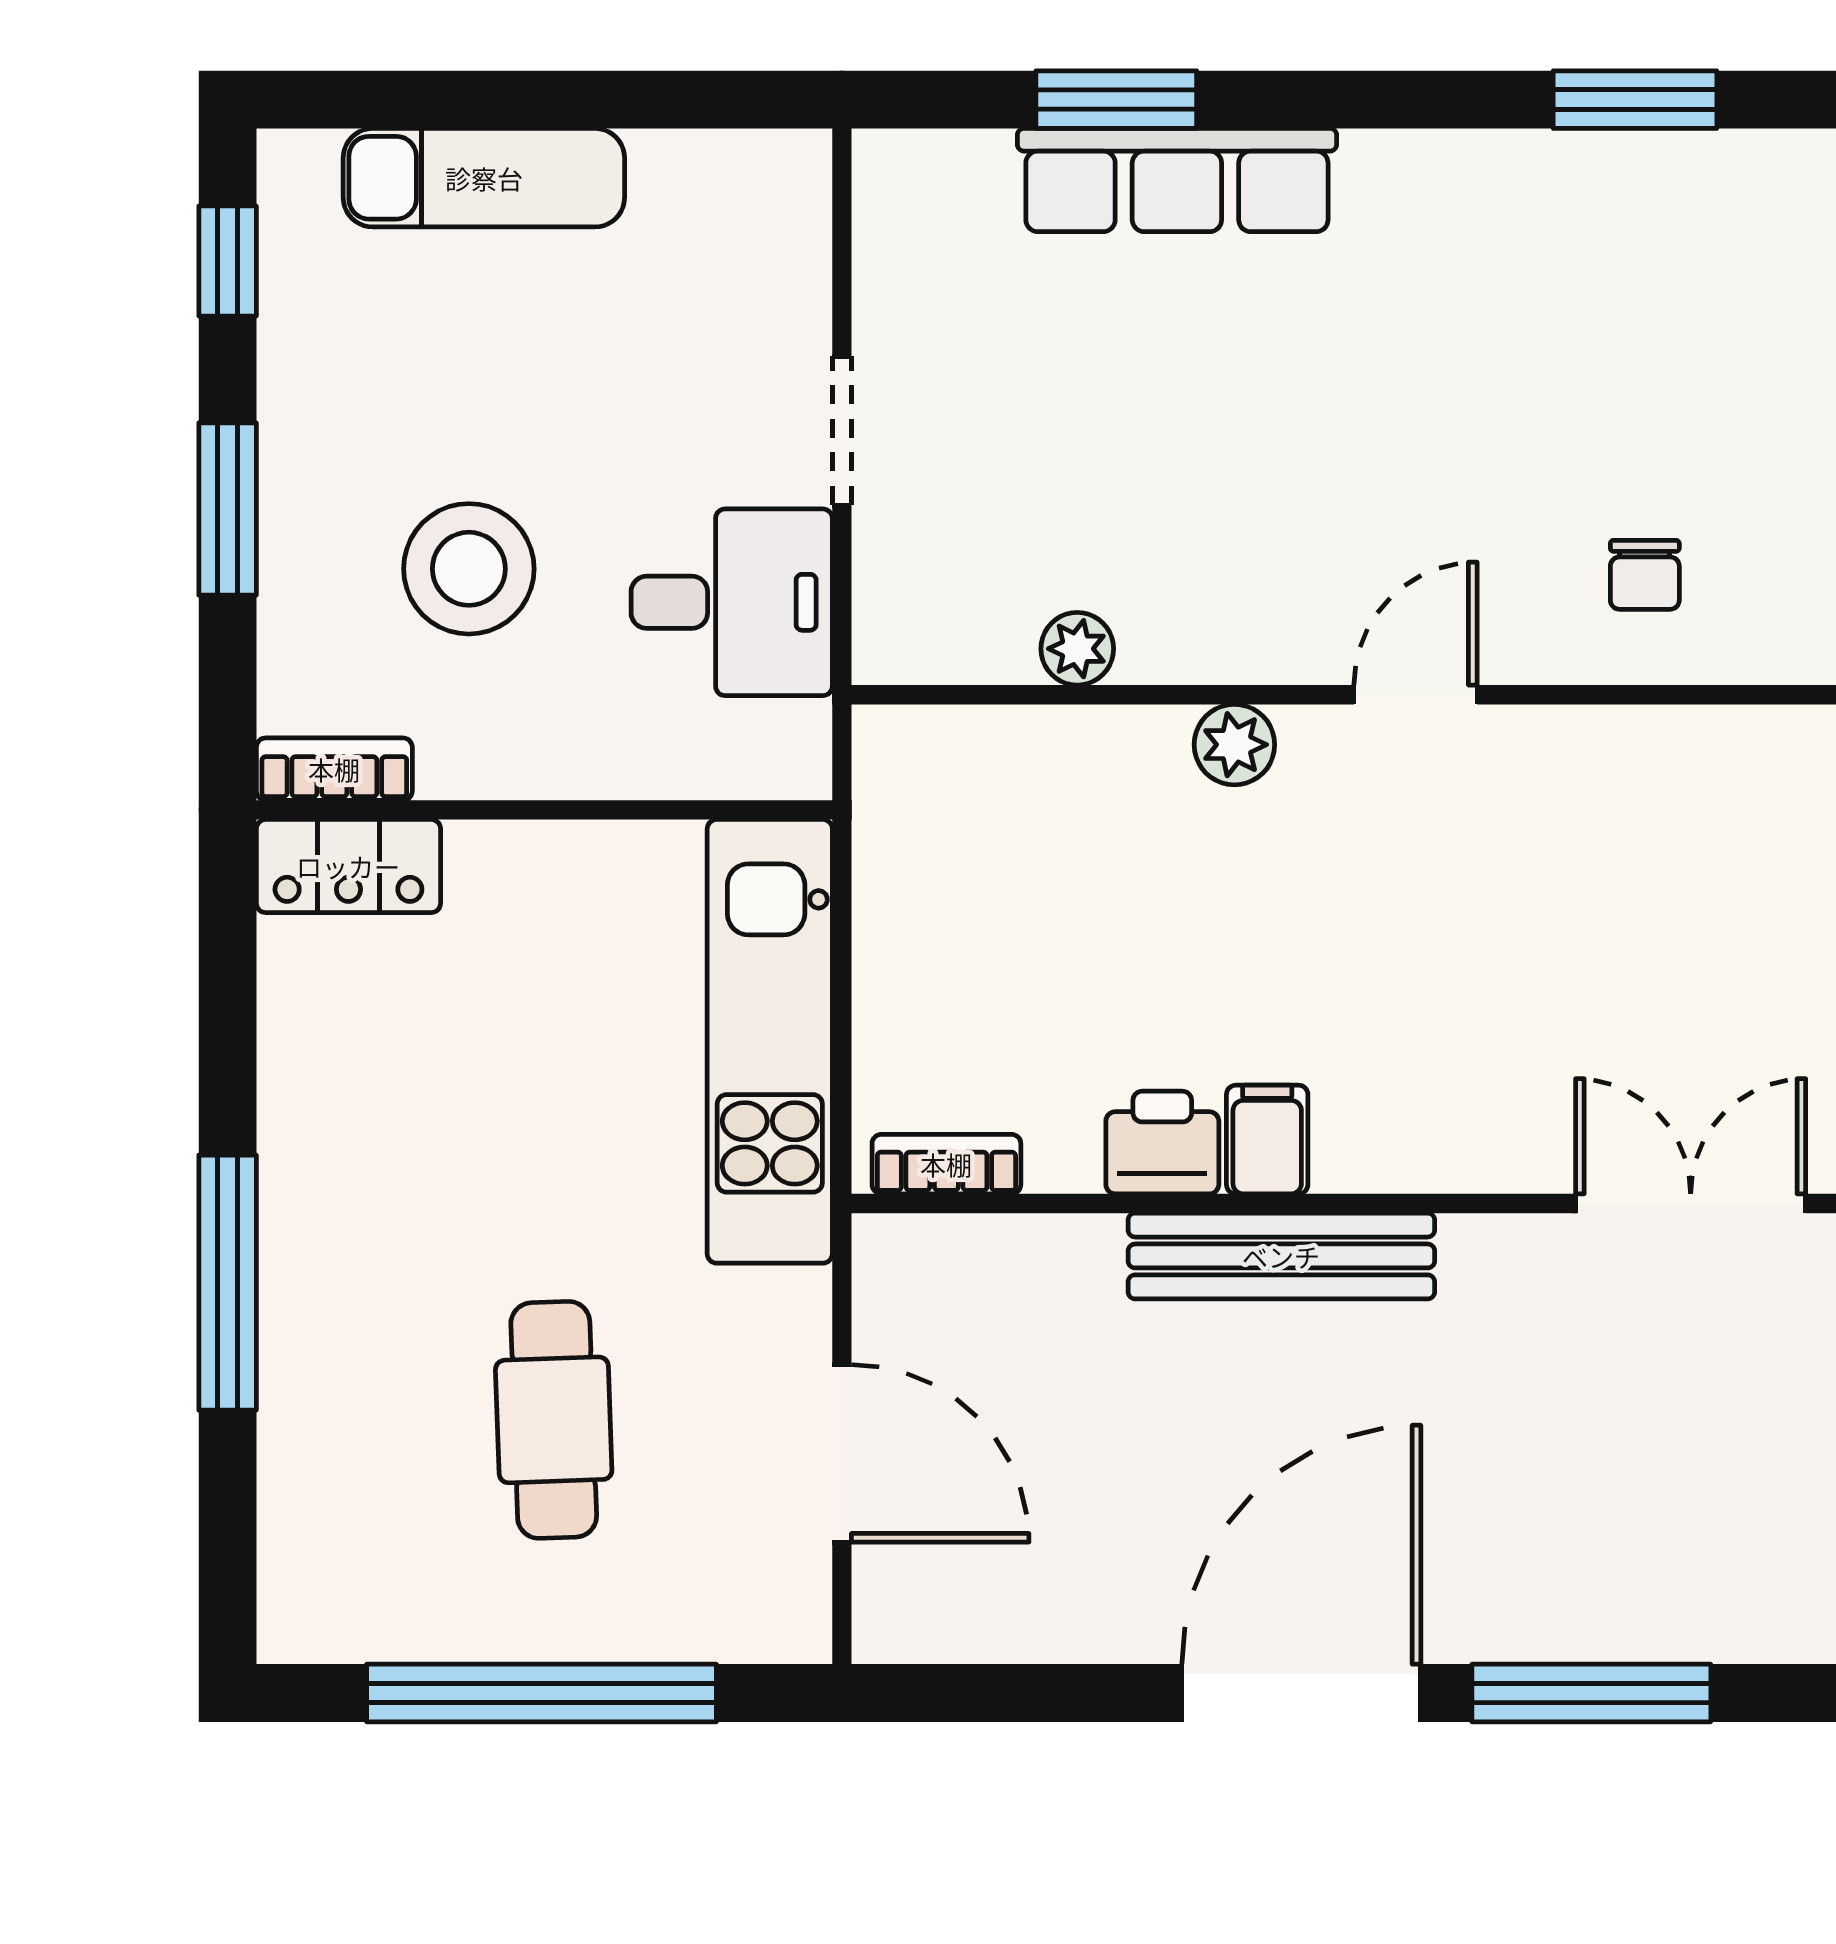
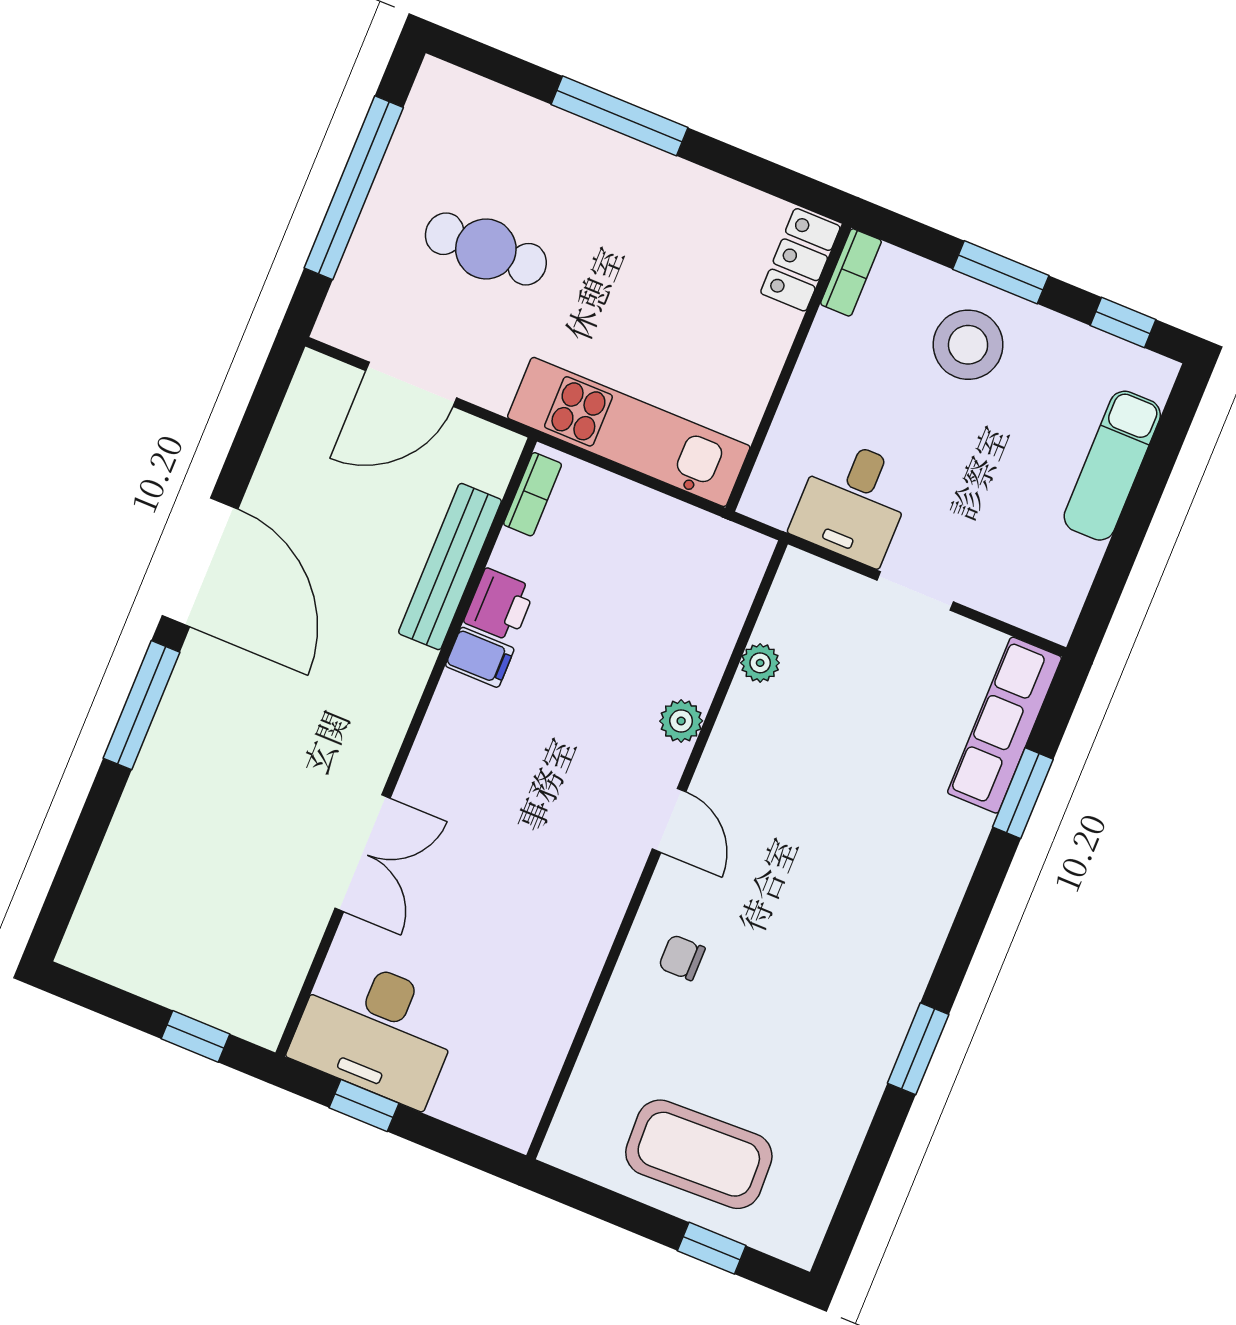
row of seats: (1177, 180) -> (1004, 725), moved
stool: (469, 569) -> (968, 345), moved
bench: (1281, 1256) -> (450, 567), moved

